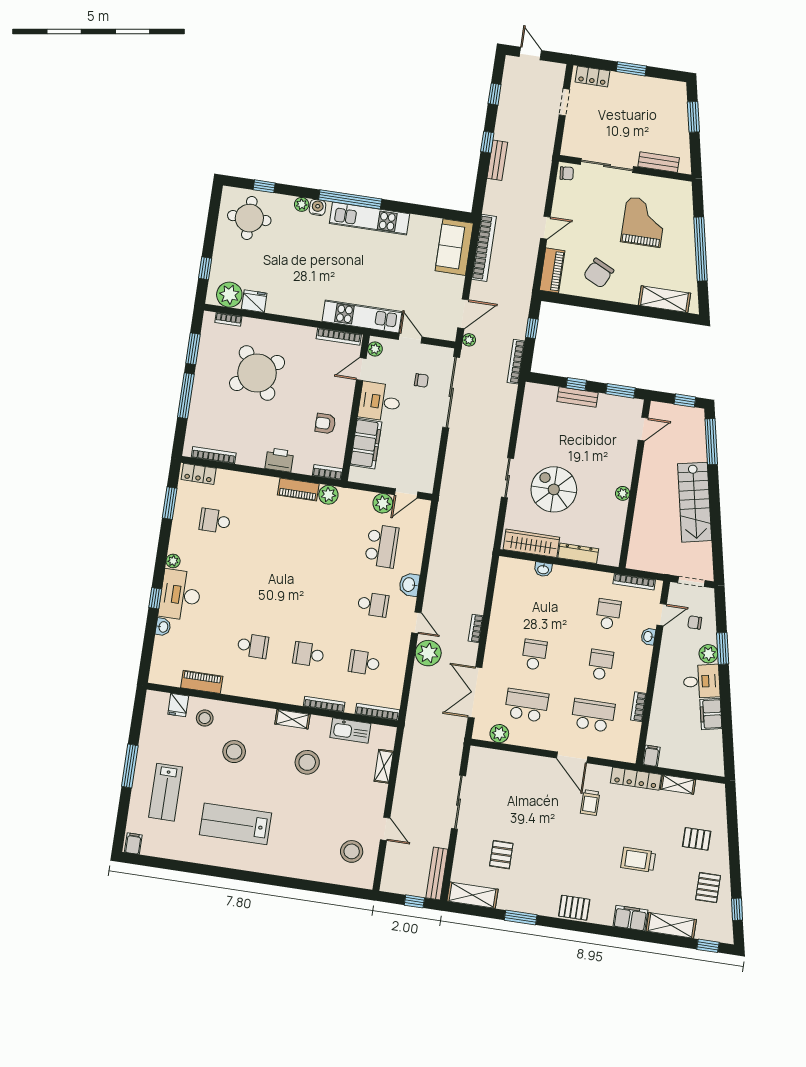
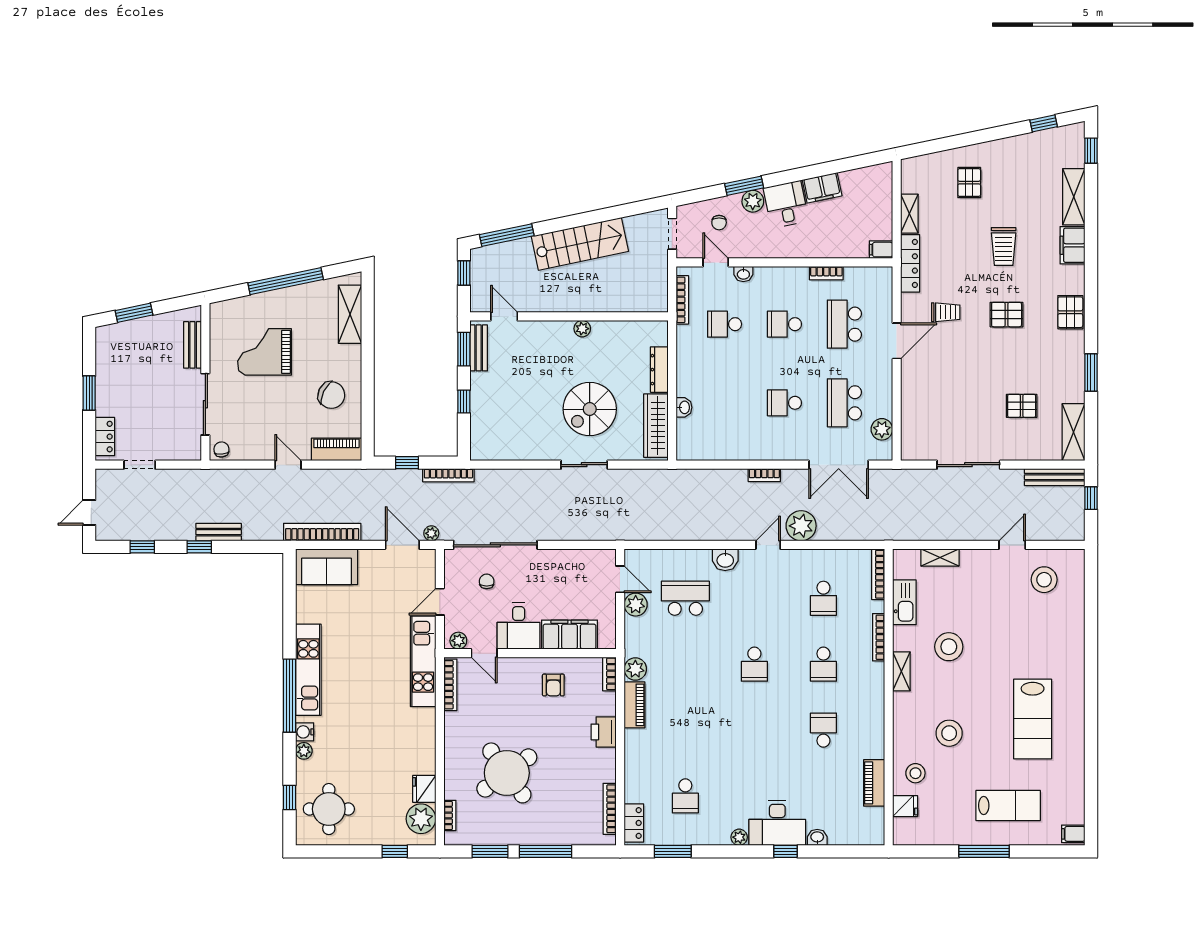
bench: (577, 397) -> (479, 348), moved
school desk: (373, 604) -> (754, 664), moved, turned 180
pallet: (708, 888) -> (1007, 315), moved

